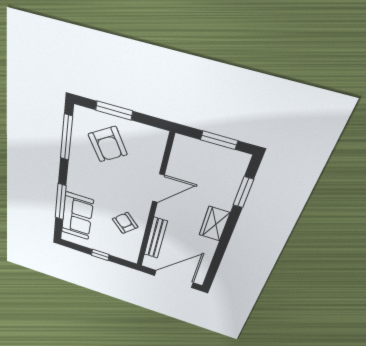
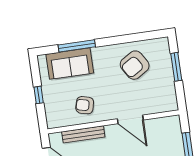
window: (66, 137) -> (139, 37), removed
armchair: (108, 144) -> (135, 65), moved
armchair: (125, 223) -> (85, 105), turned -122

